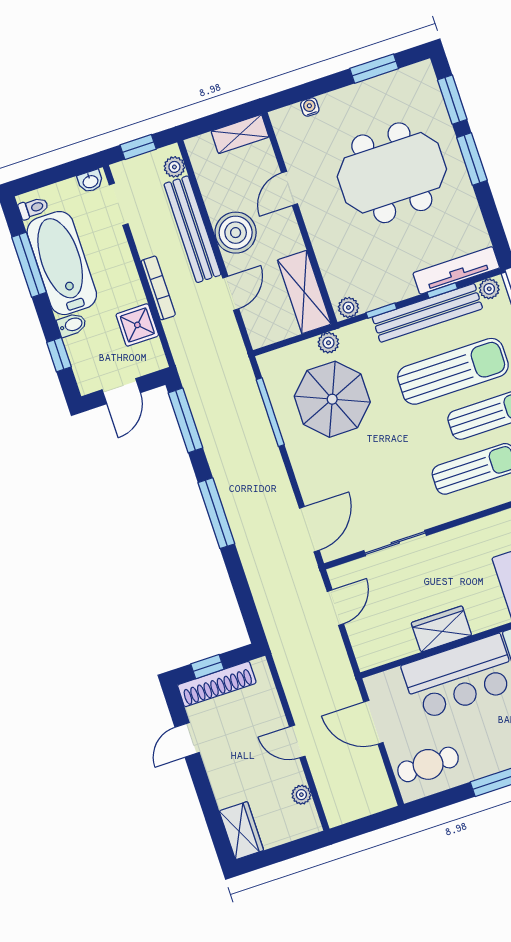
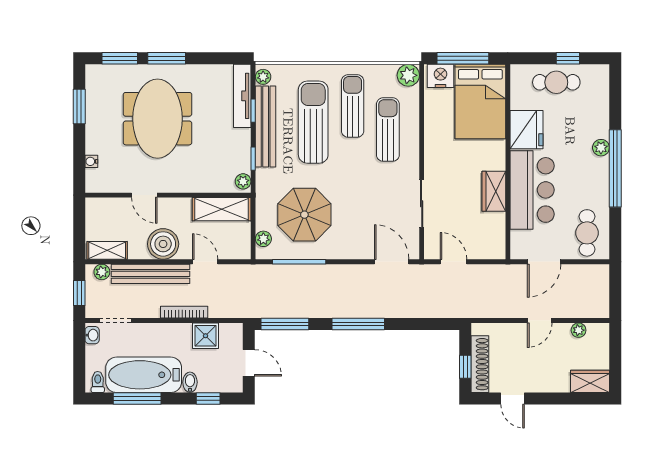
shelving: (240, 134) -> (107, 250), moved, turned 90
plant: (328, 343) -> (263, 239), moved

